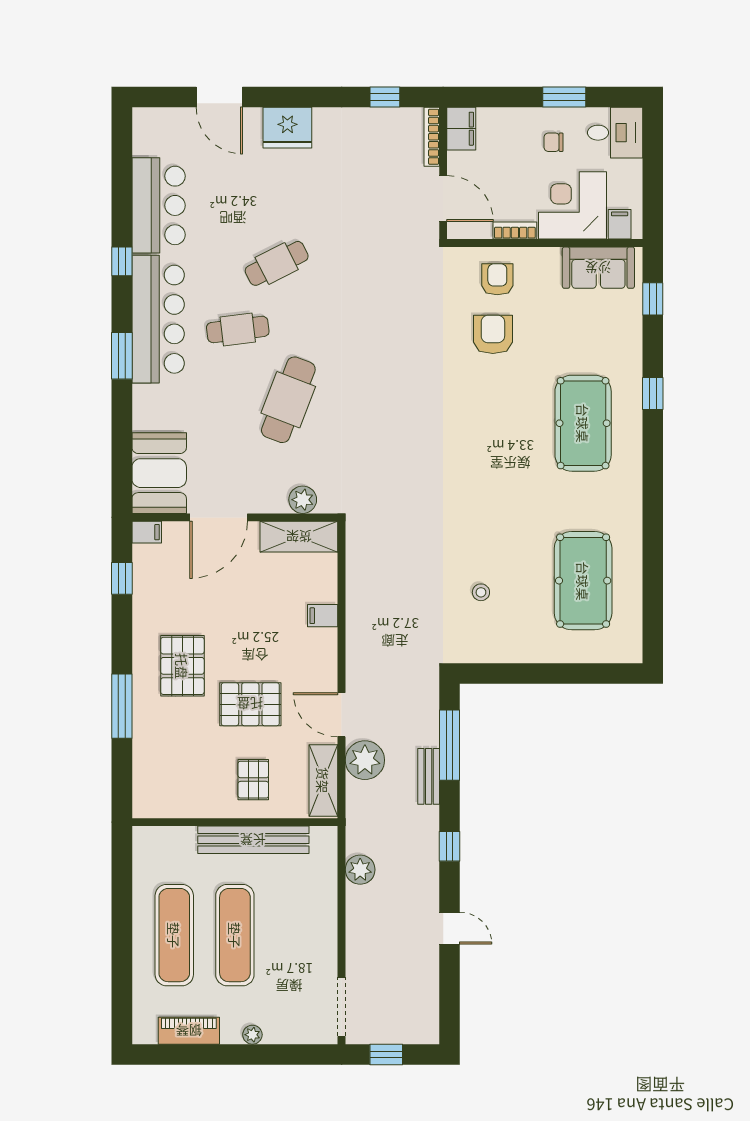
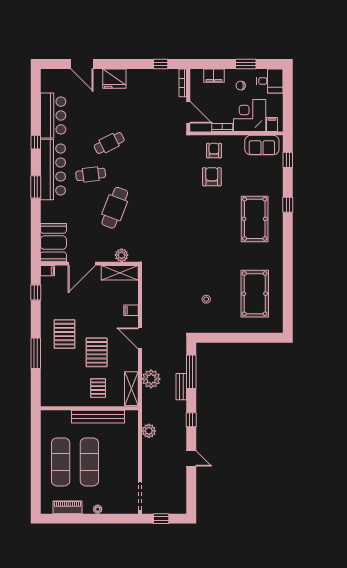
filing cabinet: (461, 129) -> (214, 76), moved, turned 90
pallet: (250, 704) -> (97, 352), turned 90
door: (342, 715) -> (140, 338), moved

